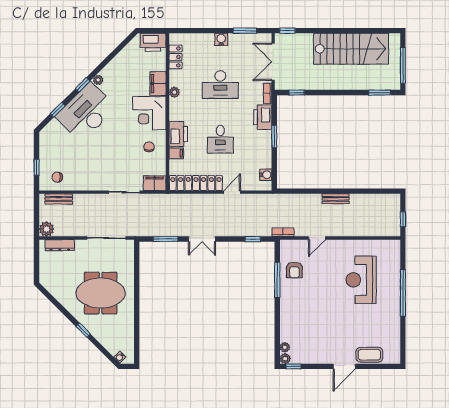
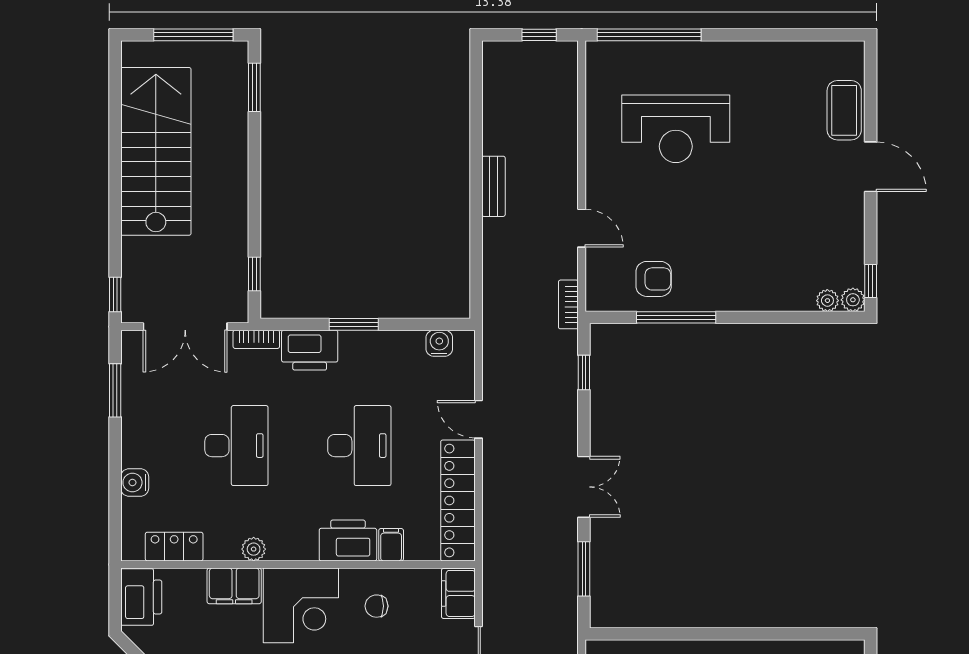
water cooler: (221, 39) -> (135, 482), moved
desk: (220, 139) -> (359, 446), width x1.37
window: (403, 293) -> (649, 35), moved

